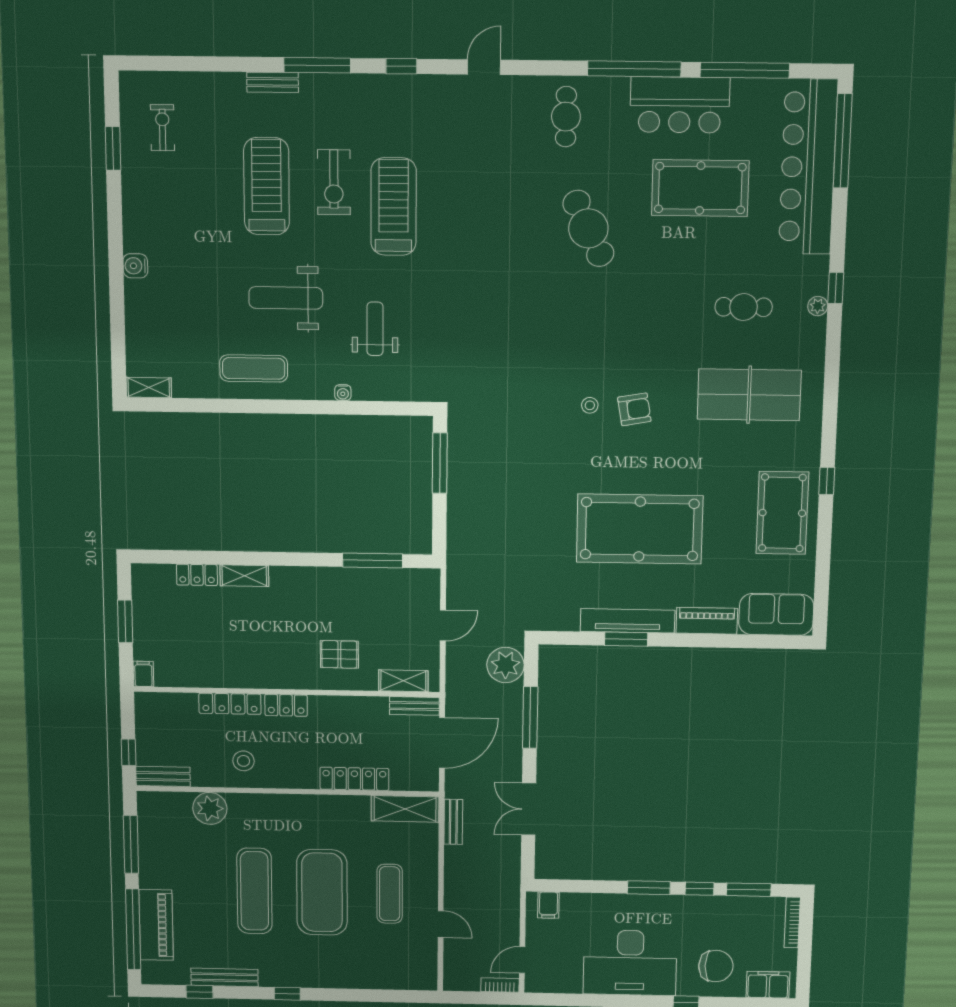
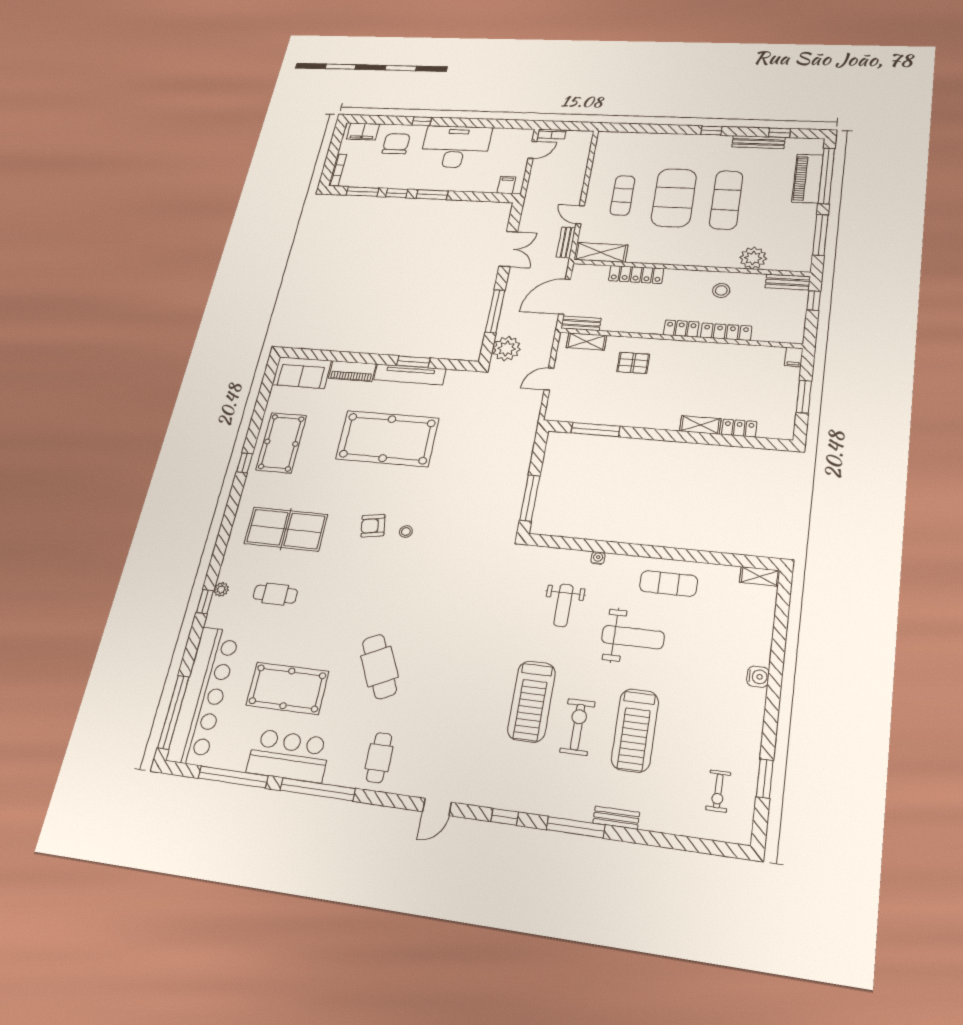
door: (441, 924) -> (580, 215), moved
chair: (716, 966) -> (396, 144), turned 90

